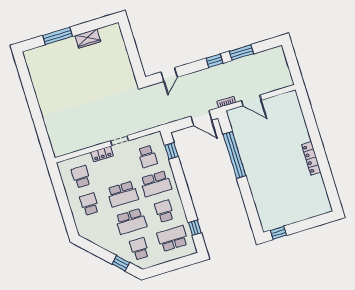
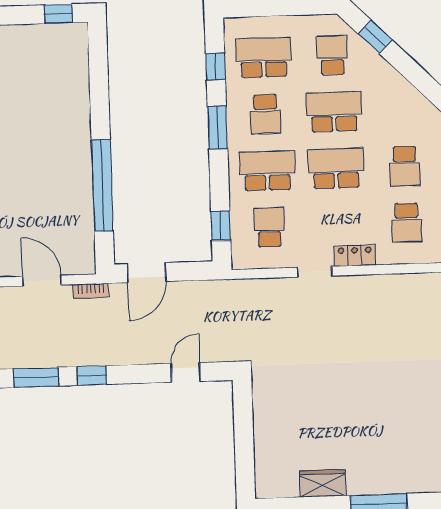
door: (201, 118) -> (147, 273), swing flipped
window: (186, 198) -> (218, 127), added
school desk: (173, 239) -> (264, 57), turned 180
school desk: (139, 249) -> (332, 55), turned 180

